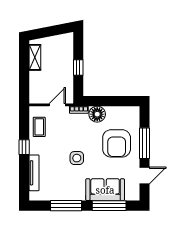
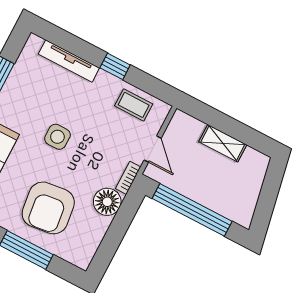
shelving: (35, 57) -> (223, 143), moved
window: (78, 67) -> (192, 210), width x3.17
armchair: (117, 143) -> (48, 208), turned -97

